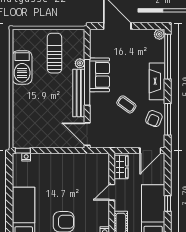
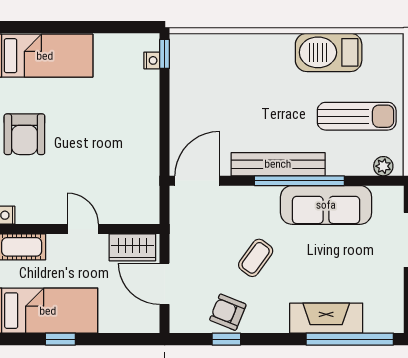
plant: (159, 34) -> (394, 323), removed
plant: (80, 63) -> (383, 166), moved
sofa: (99, 75) -> (326, 205), width x1.36
fireplace: (157, 81) -> (326, 318), moved
window: (168, 119) -> (226, 339), width x0.46
door: (150, 151) -> (165, 284), moved

